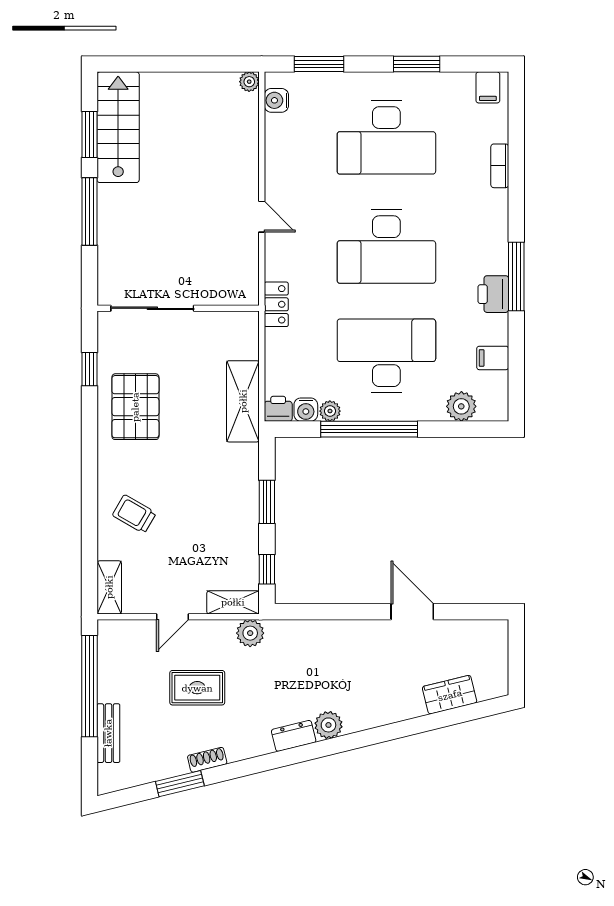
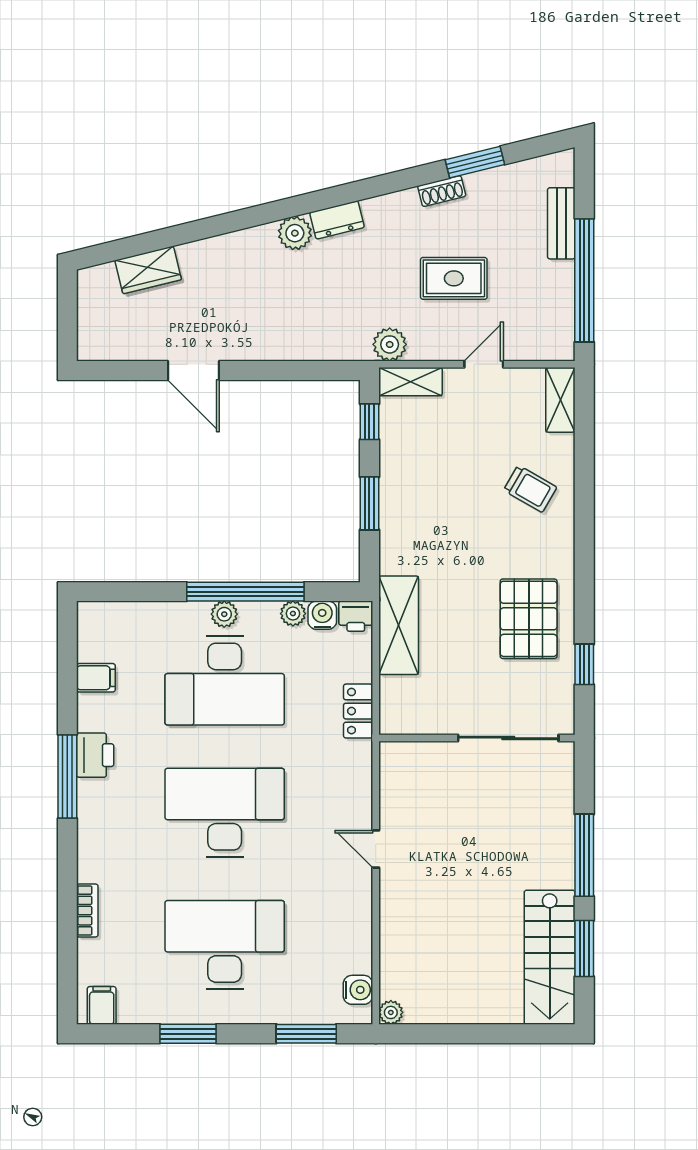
locker: (276, 304) -> (358, 711), moved
plant: (461, 406) -> (224, 614), moved, width x0.73, depth x0.73

